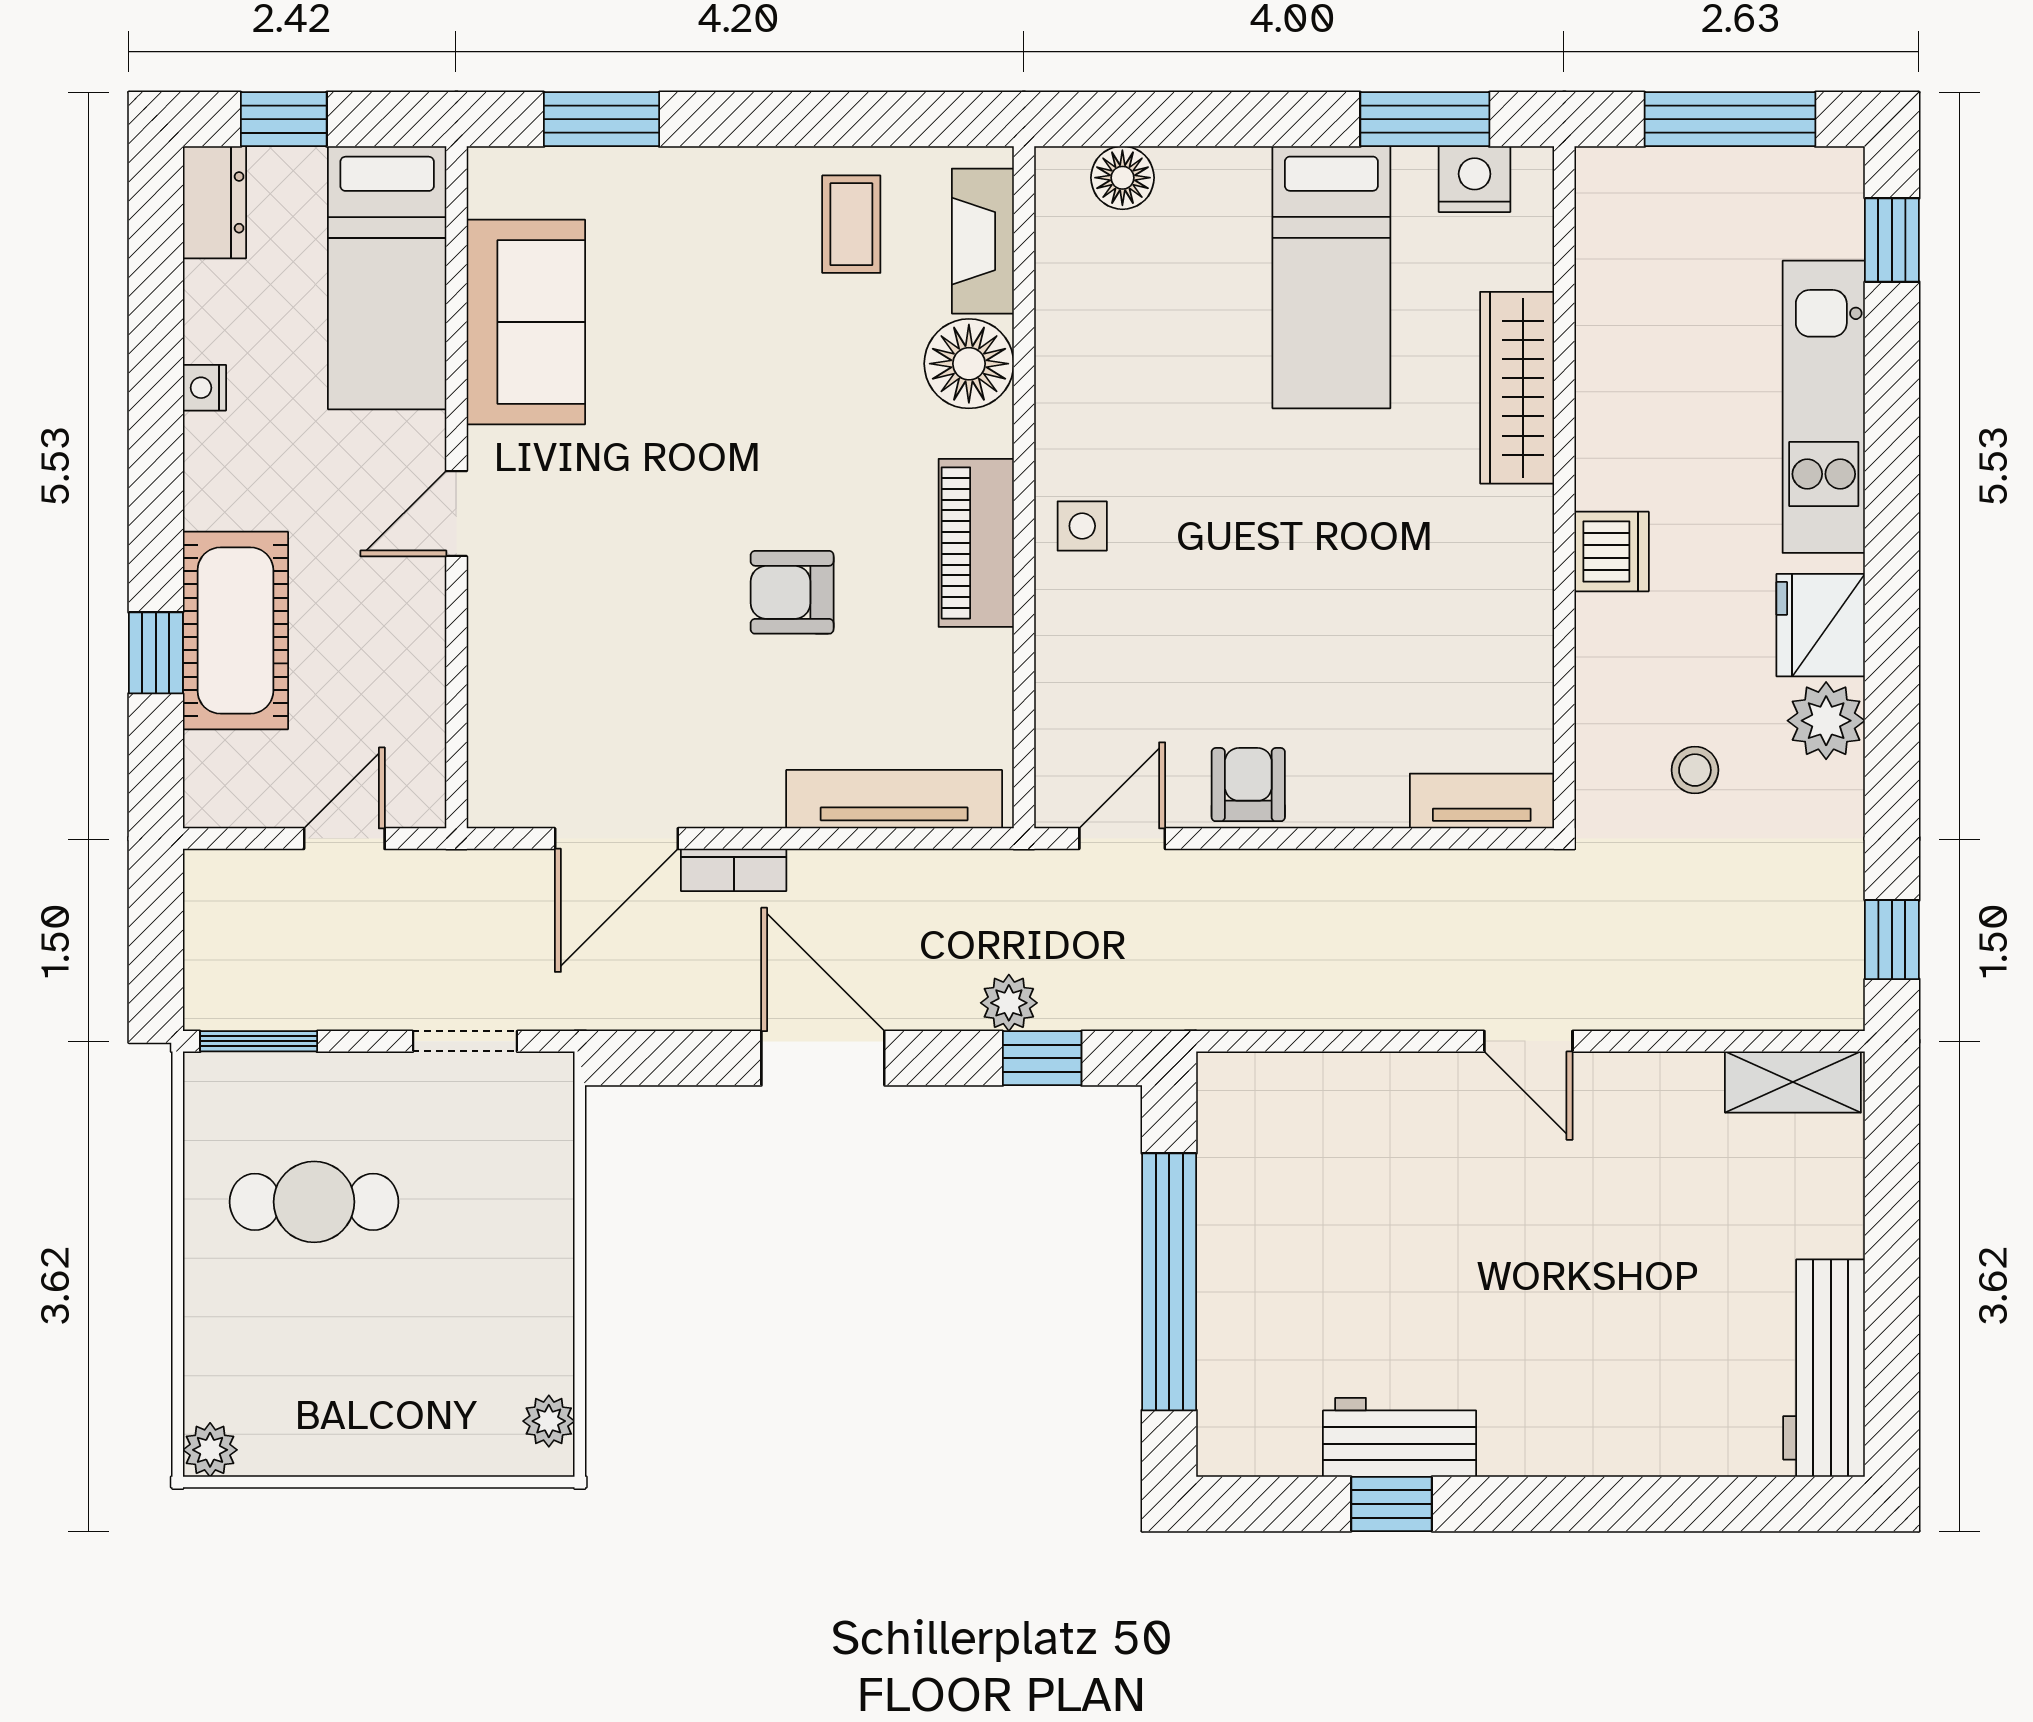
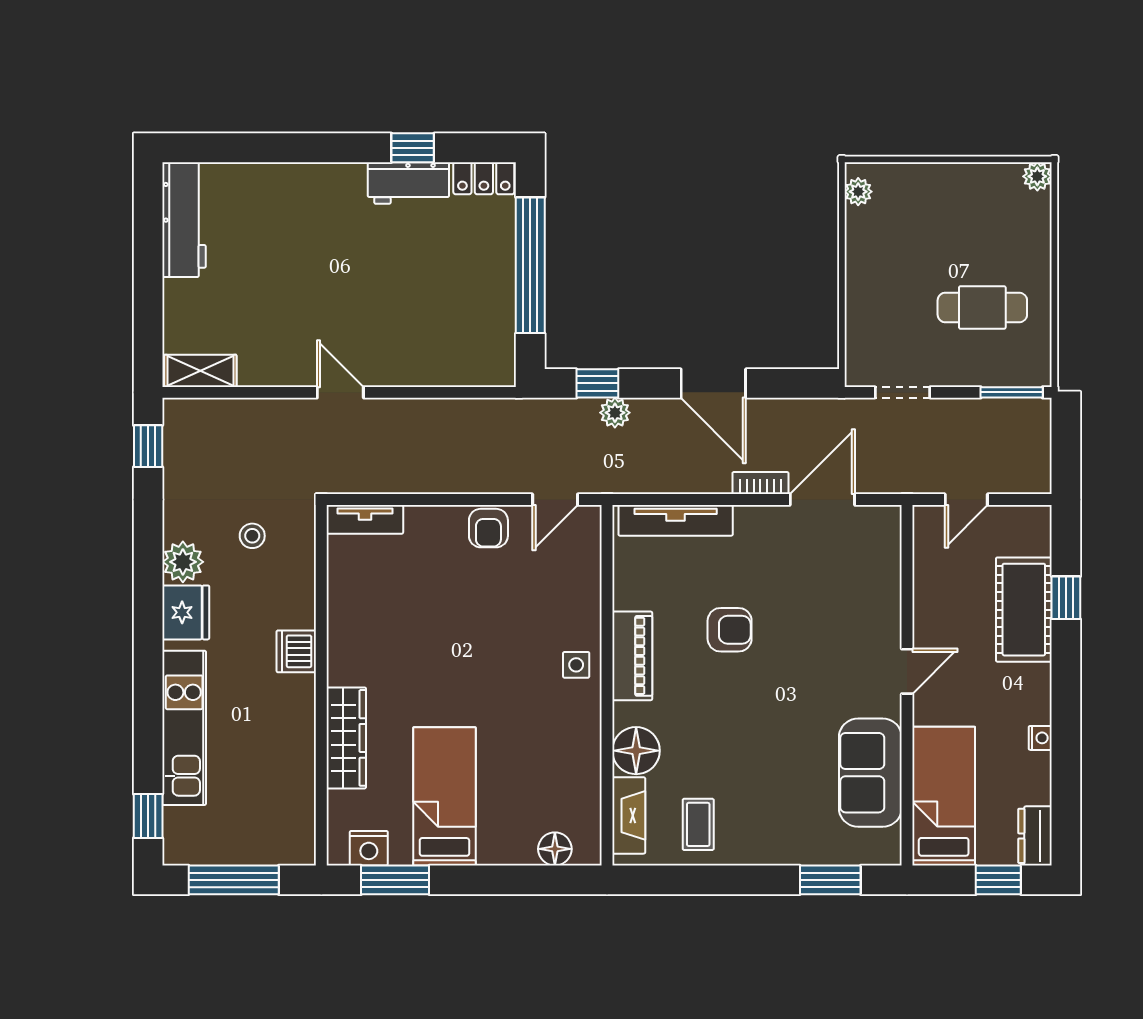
locker: (1257, 1446) -> (484, 178), added

